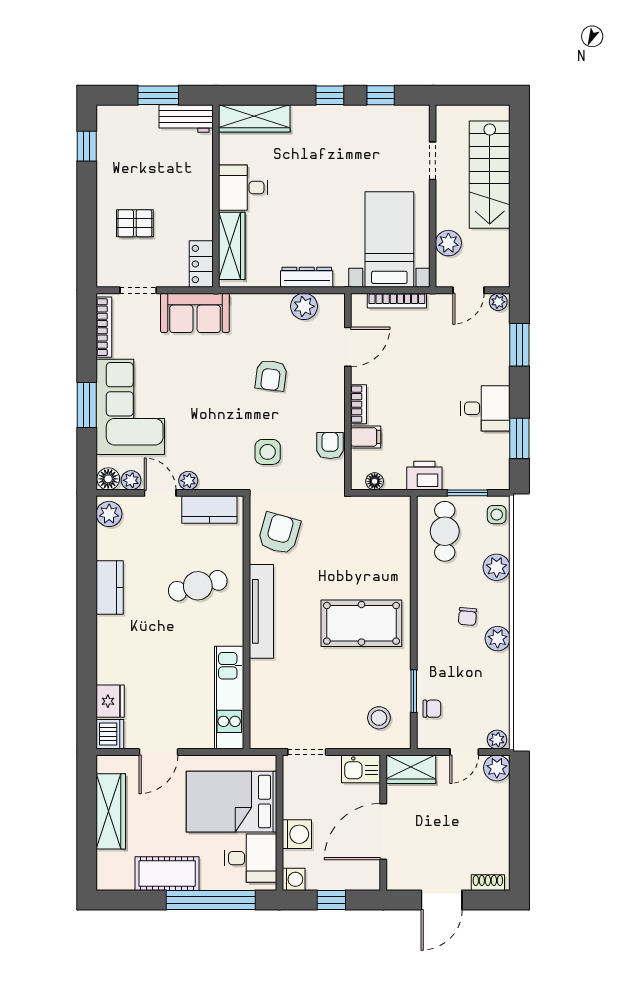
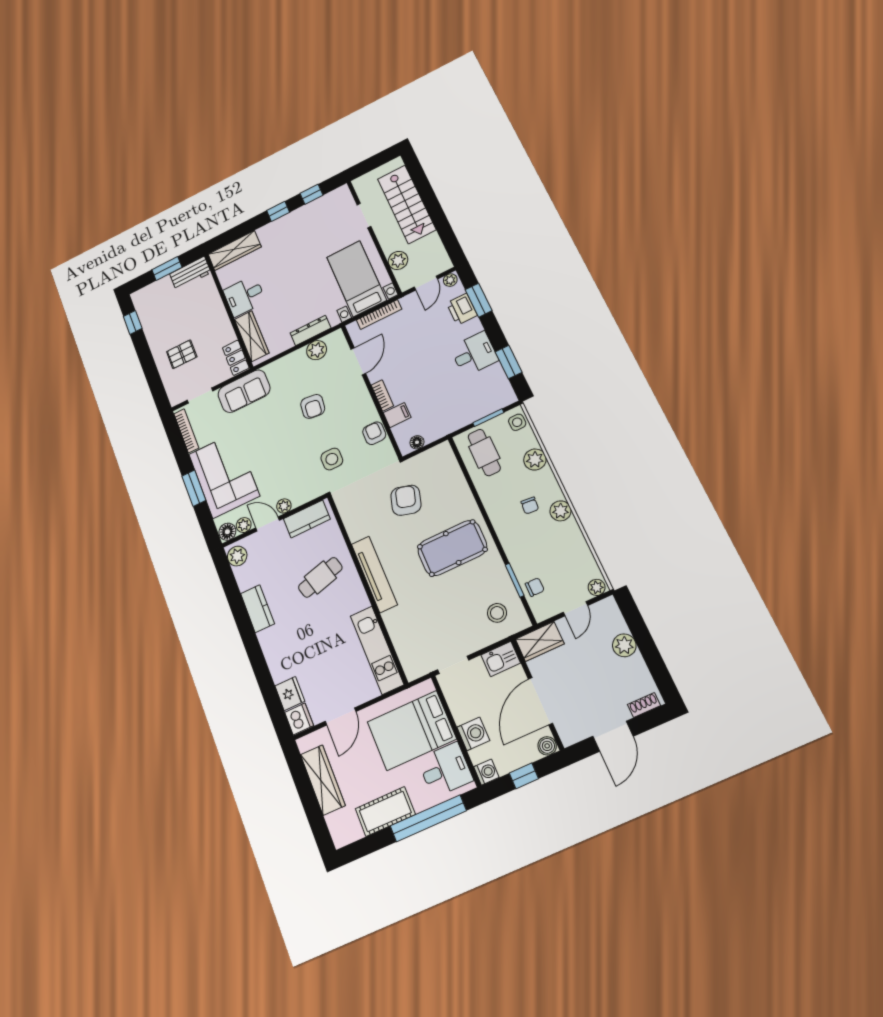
printer: (424, 476) -> (462, 309), moved, turned -90
armchair: (279, 533) -> (406, 500), moved
plant: (497, 768) -> (624, 645), moved
boiler: (369, 880) -> (547, 746), added

